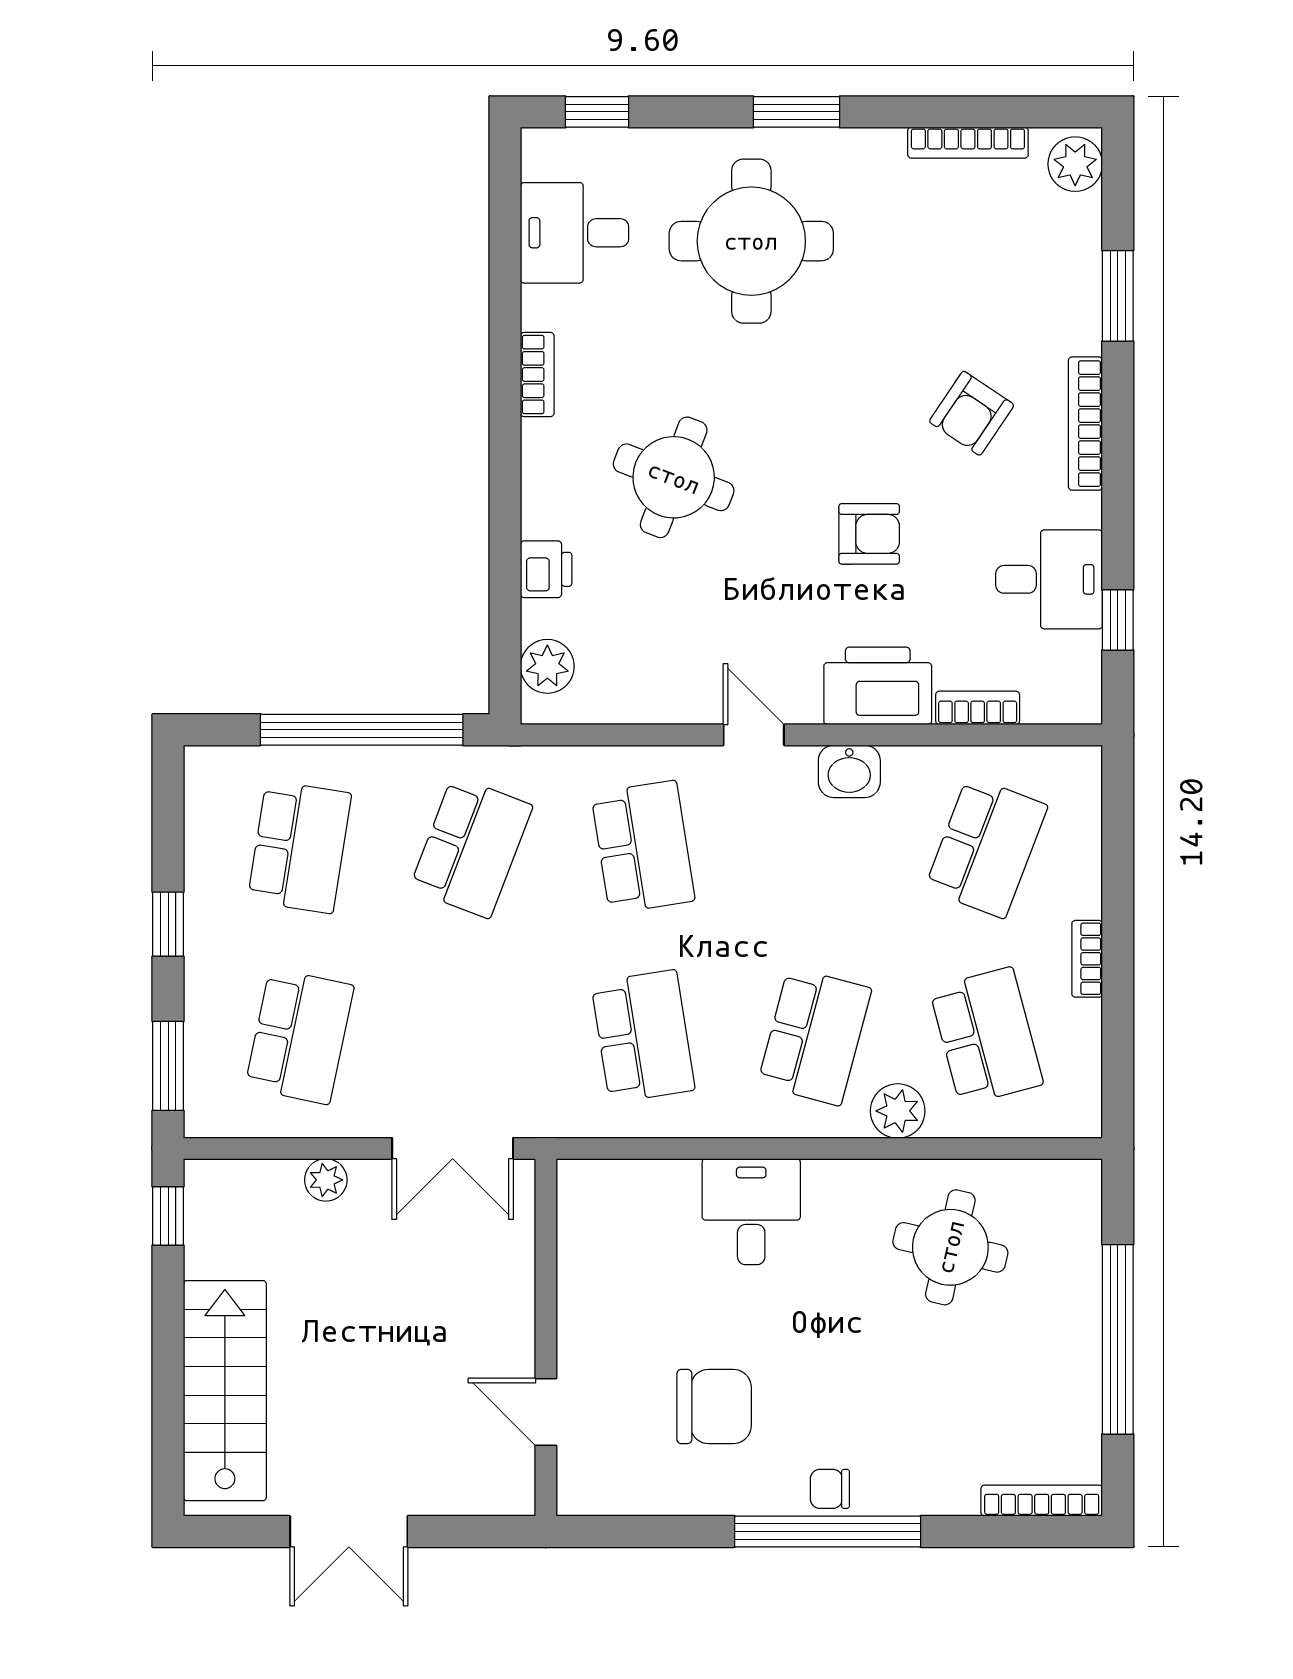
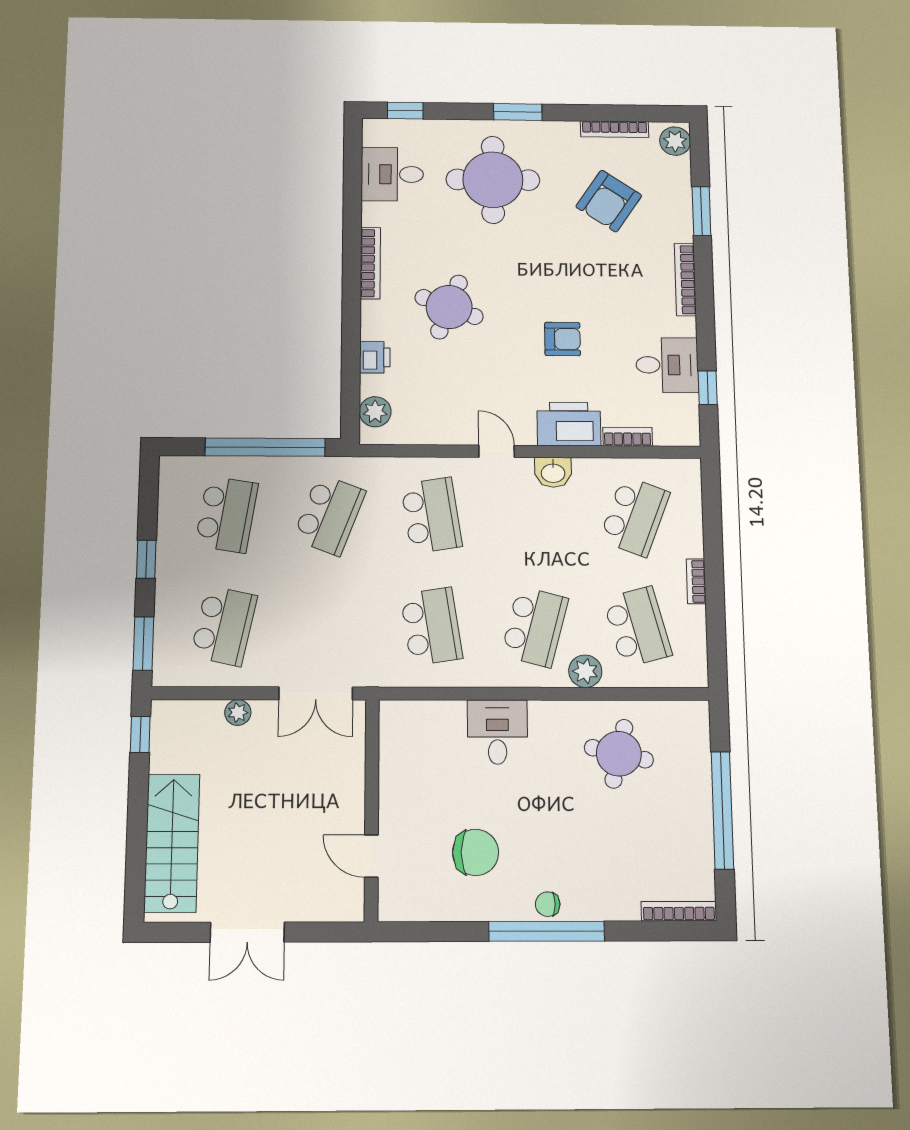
bookcase: (537, 375) -> (370, 263), width x1.56
armchair: (972, 413) -> (609, 201), moved, width x1.38, depth x1.38

